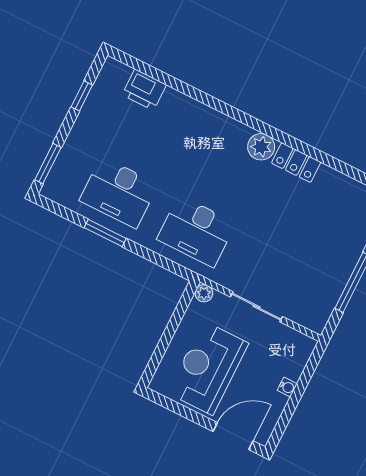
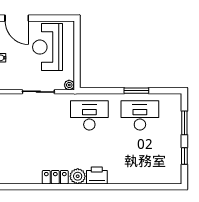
printer: (144, 90) -> (97, 175), moved
window: (48, 164) -> (184, 123), moved
reception desk: (208, 368) -> (48, 47), turned 180
door: (233, 436) -> (17, 18), hinge flipped

